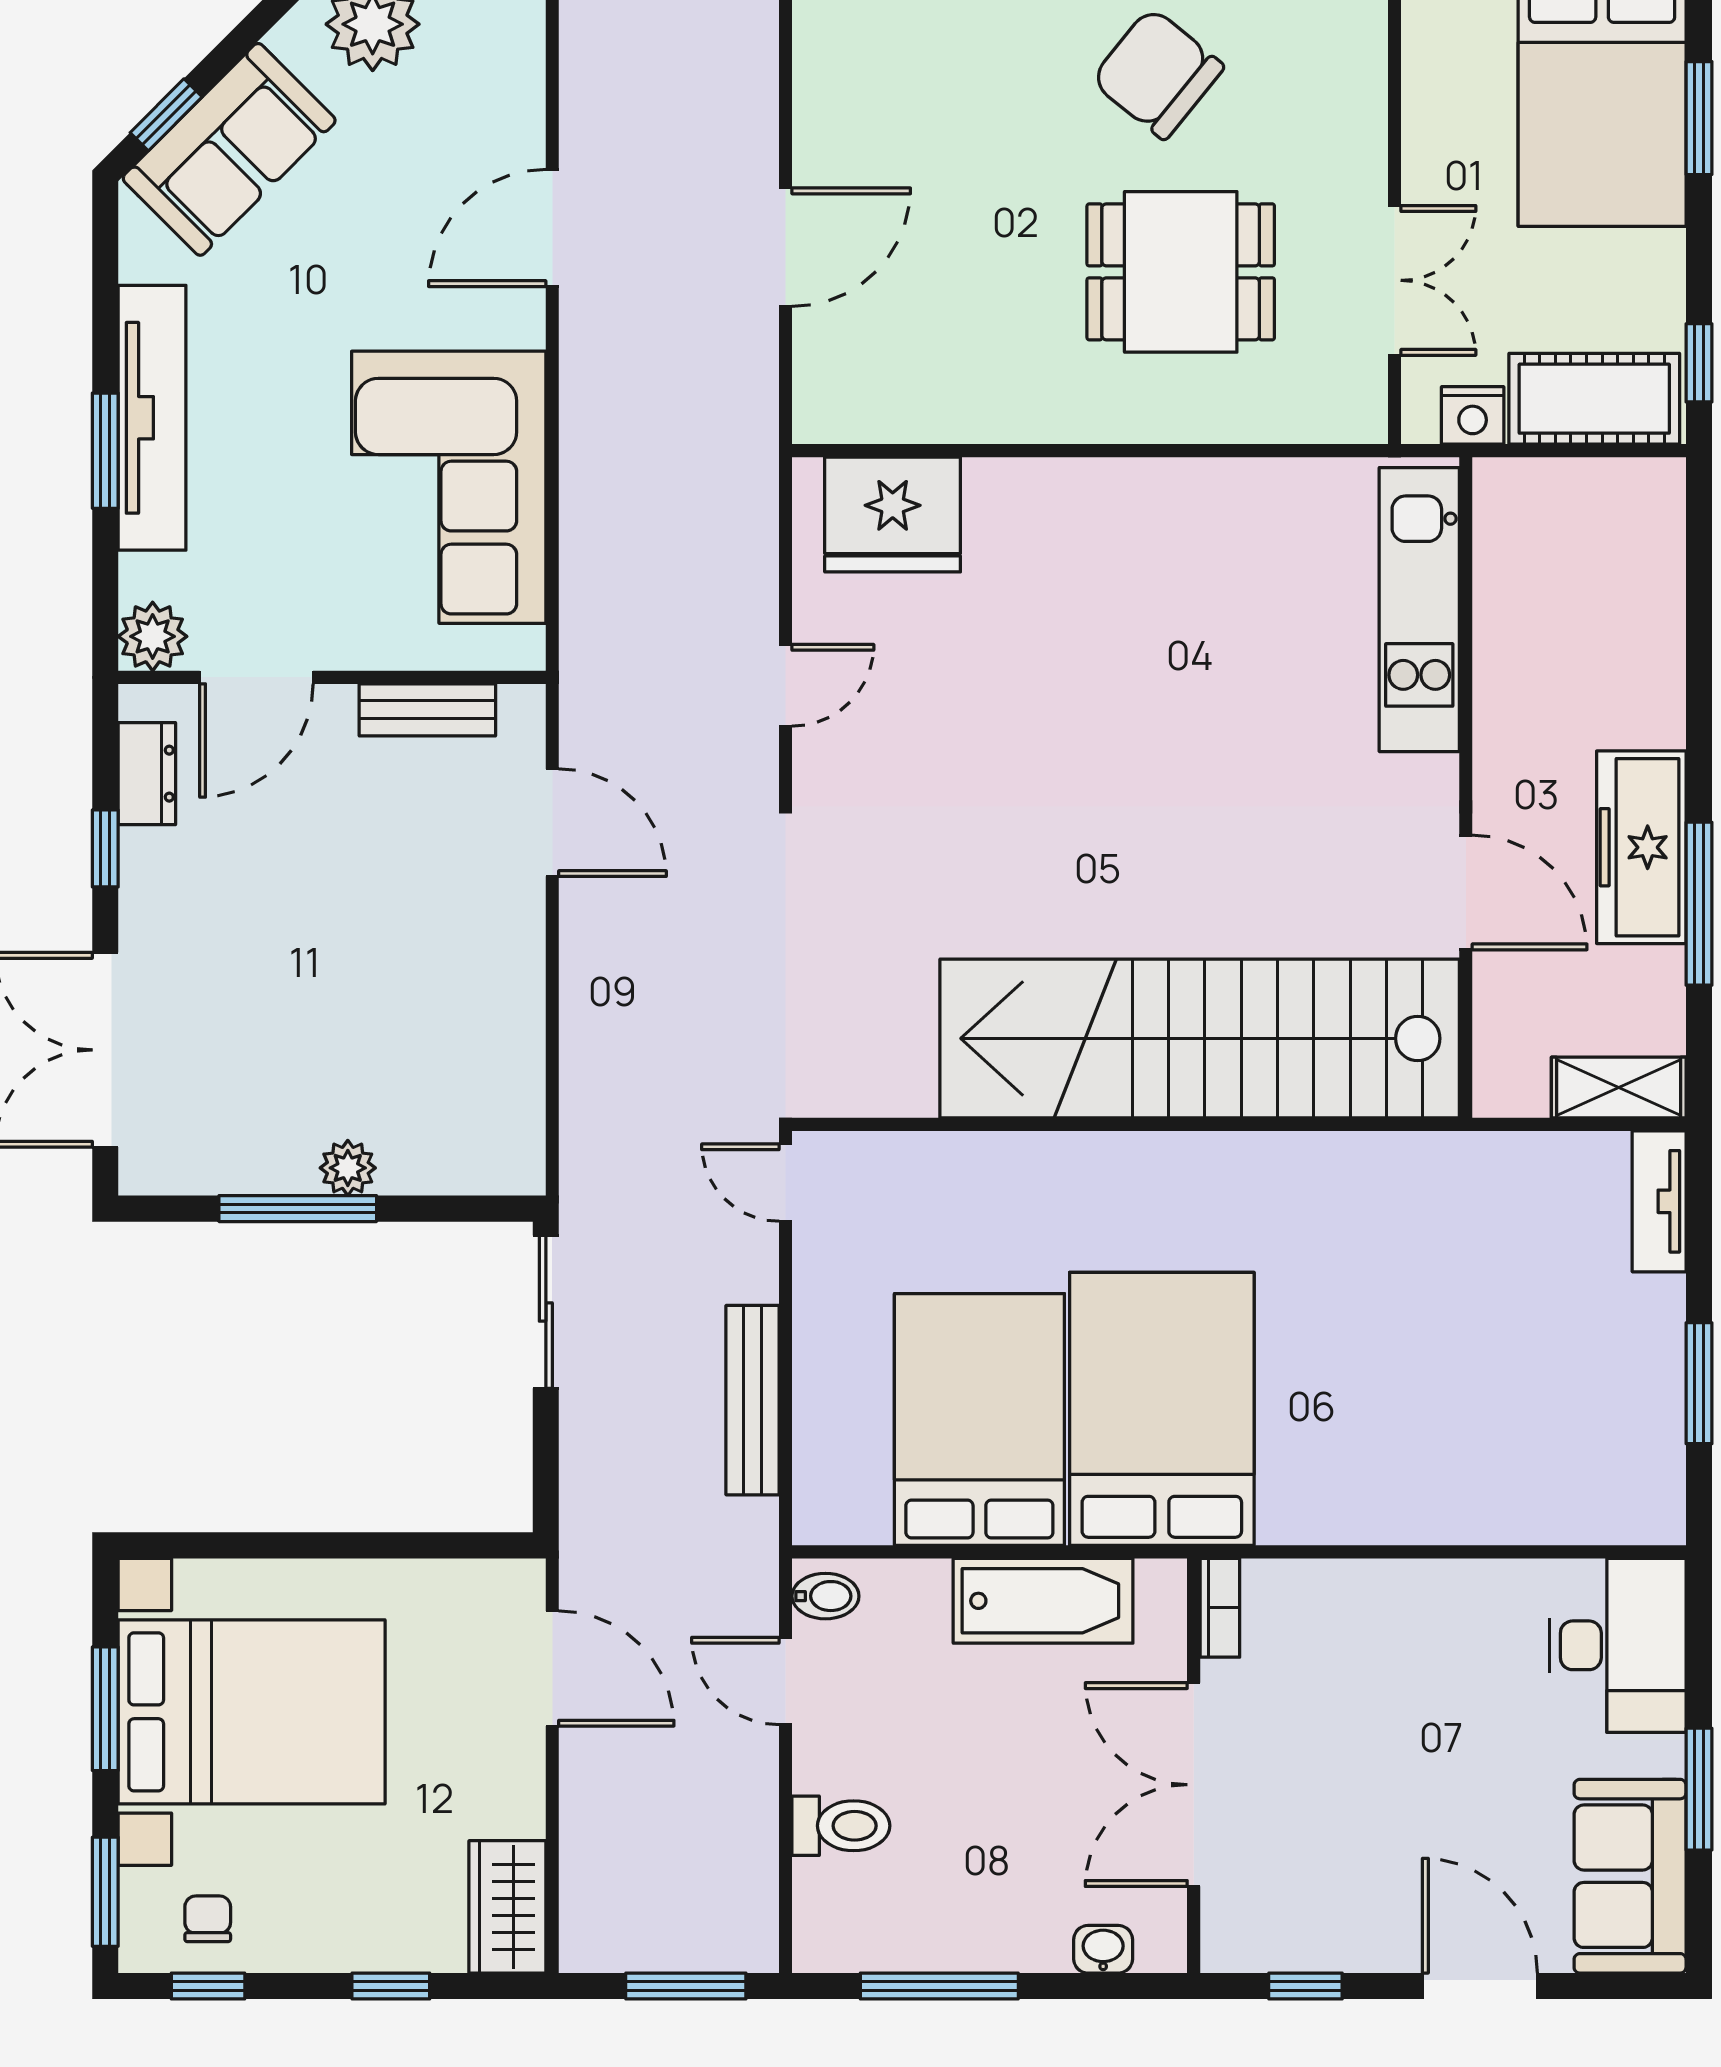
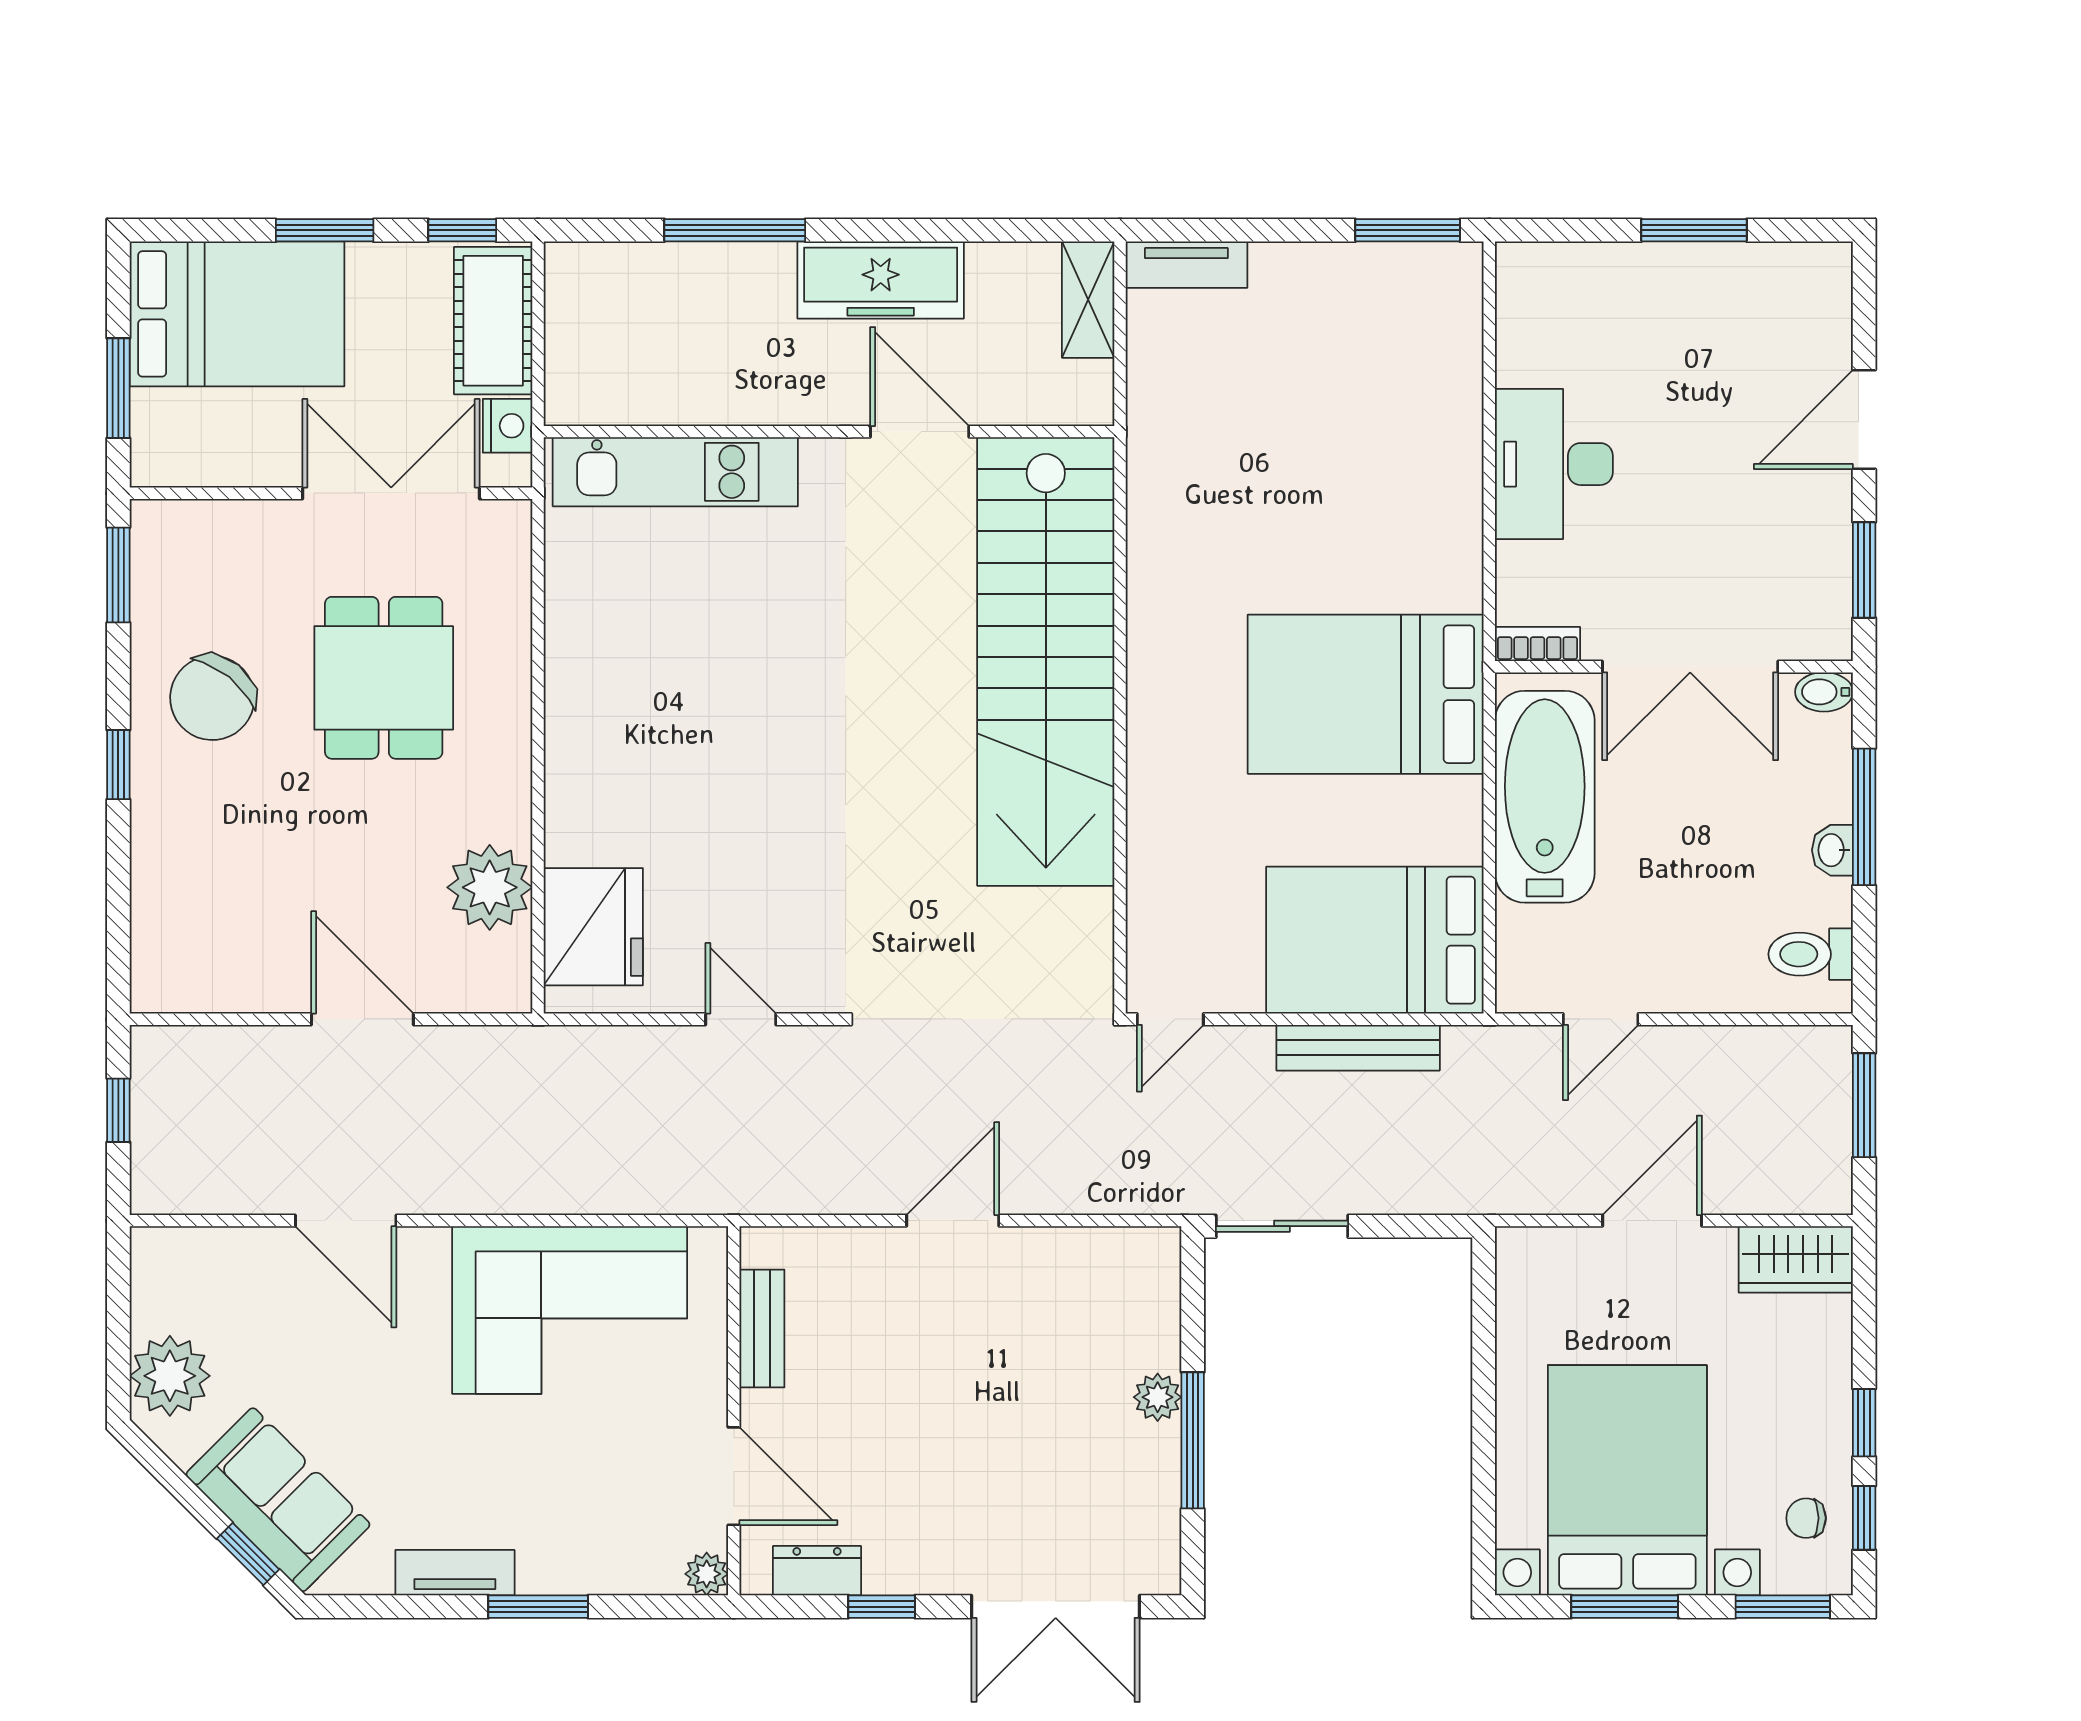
window: (1699, 118) -> (325, 230), moved
double door: (1394, 280) -> (391, 493), width x1.37
plant: (938, 395) -> (490, 887), added
tv unit: (152, 418) -> (455, 1573), width x0.52, depth x0.78
plant: (153, 636) -> (707, 1574), width x0.73, depth x0.73
door: (552, 823) -> (953, 1221), moved
door: (1466, 892) -> (920, 432), hinge flipped
window: (1699, 904) -> (735, 230), moved
window: (1699, 1383) -> (1408, 230), moved
bed: (979, 1420) -> (1375, 940), moved
bidet: (825, 1596) -> (1824, 692), moved, turned -90
bathtub: (1043, 1601) -> (1545, 797), width x1.36, depth x1.36
desk: (1618, 1645) -> (1554, 464), moved, turned -90
door: (552, 1669) -> (1652, 1221), moved
toilet: (841, 1826) -> (1811, 954), moved, turned -90
sofa: (1630, 1876) -> (1769, 290), removed
washbasin: (1103, 1949) -> (1832, 850), moved
window: (391, 1986) -> (1864, 1423), moved
window: (939, 1986) -> (1864, 817), moved
window: (1305, 1986) -> (1864, 570), width x1.50

